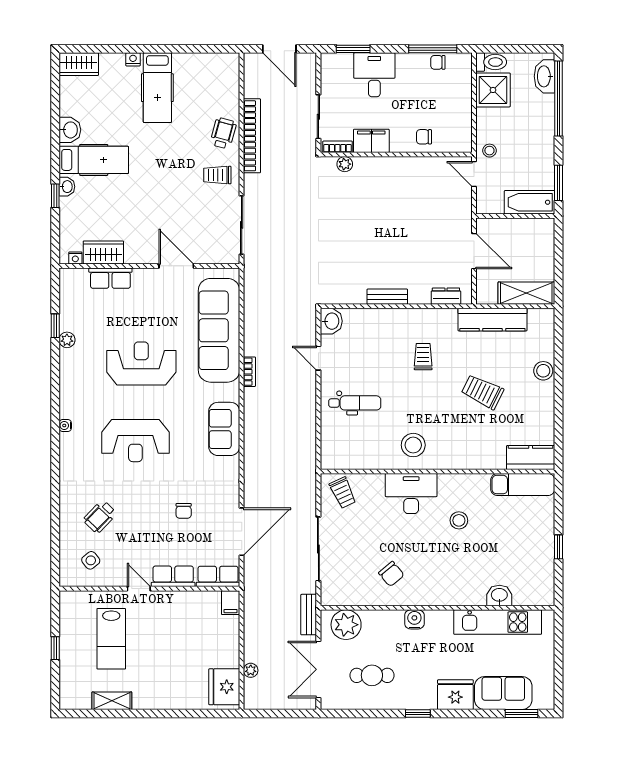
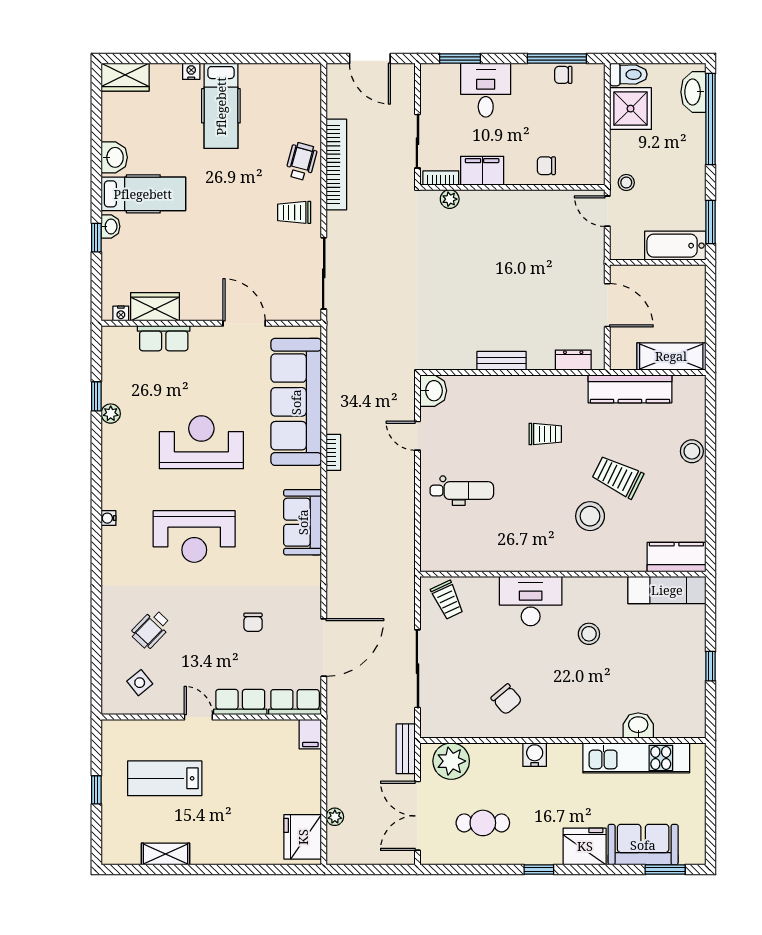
trolley: (423, 357) -> (545, 434), turned 90
stool: (413, 445) -> (590, 516), moved
lab bench: (111, 639) -> (165, 778), turned 90

